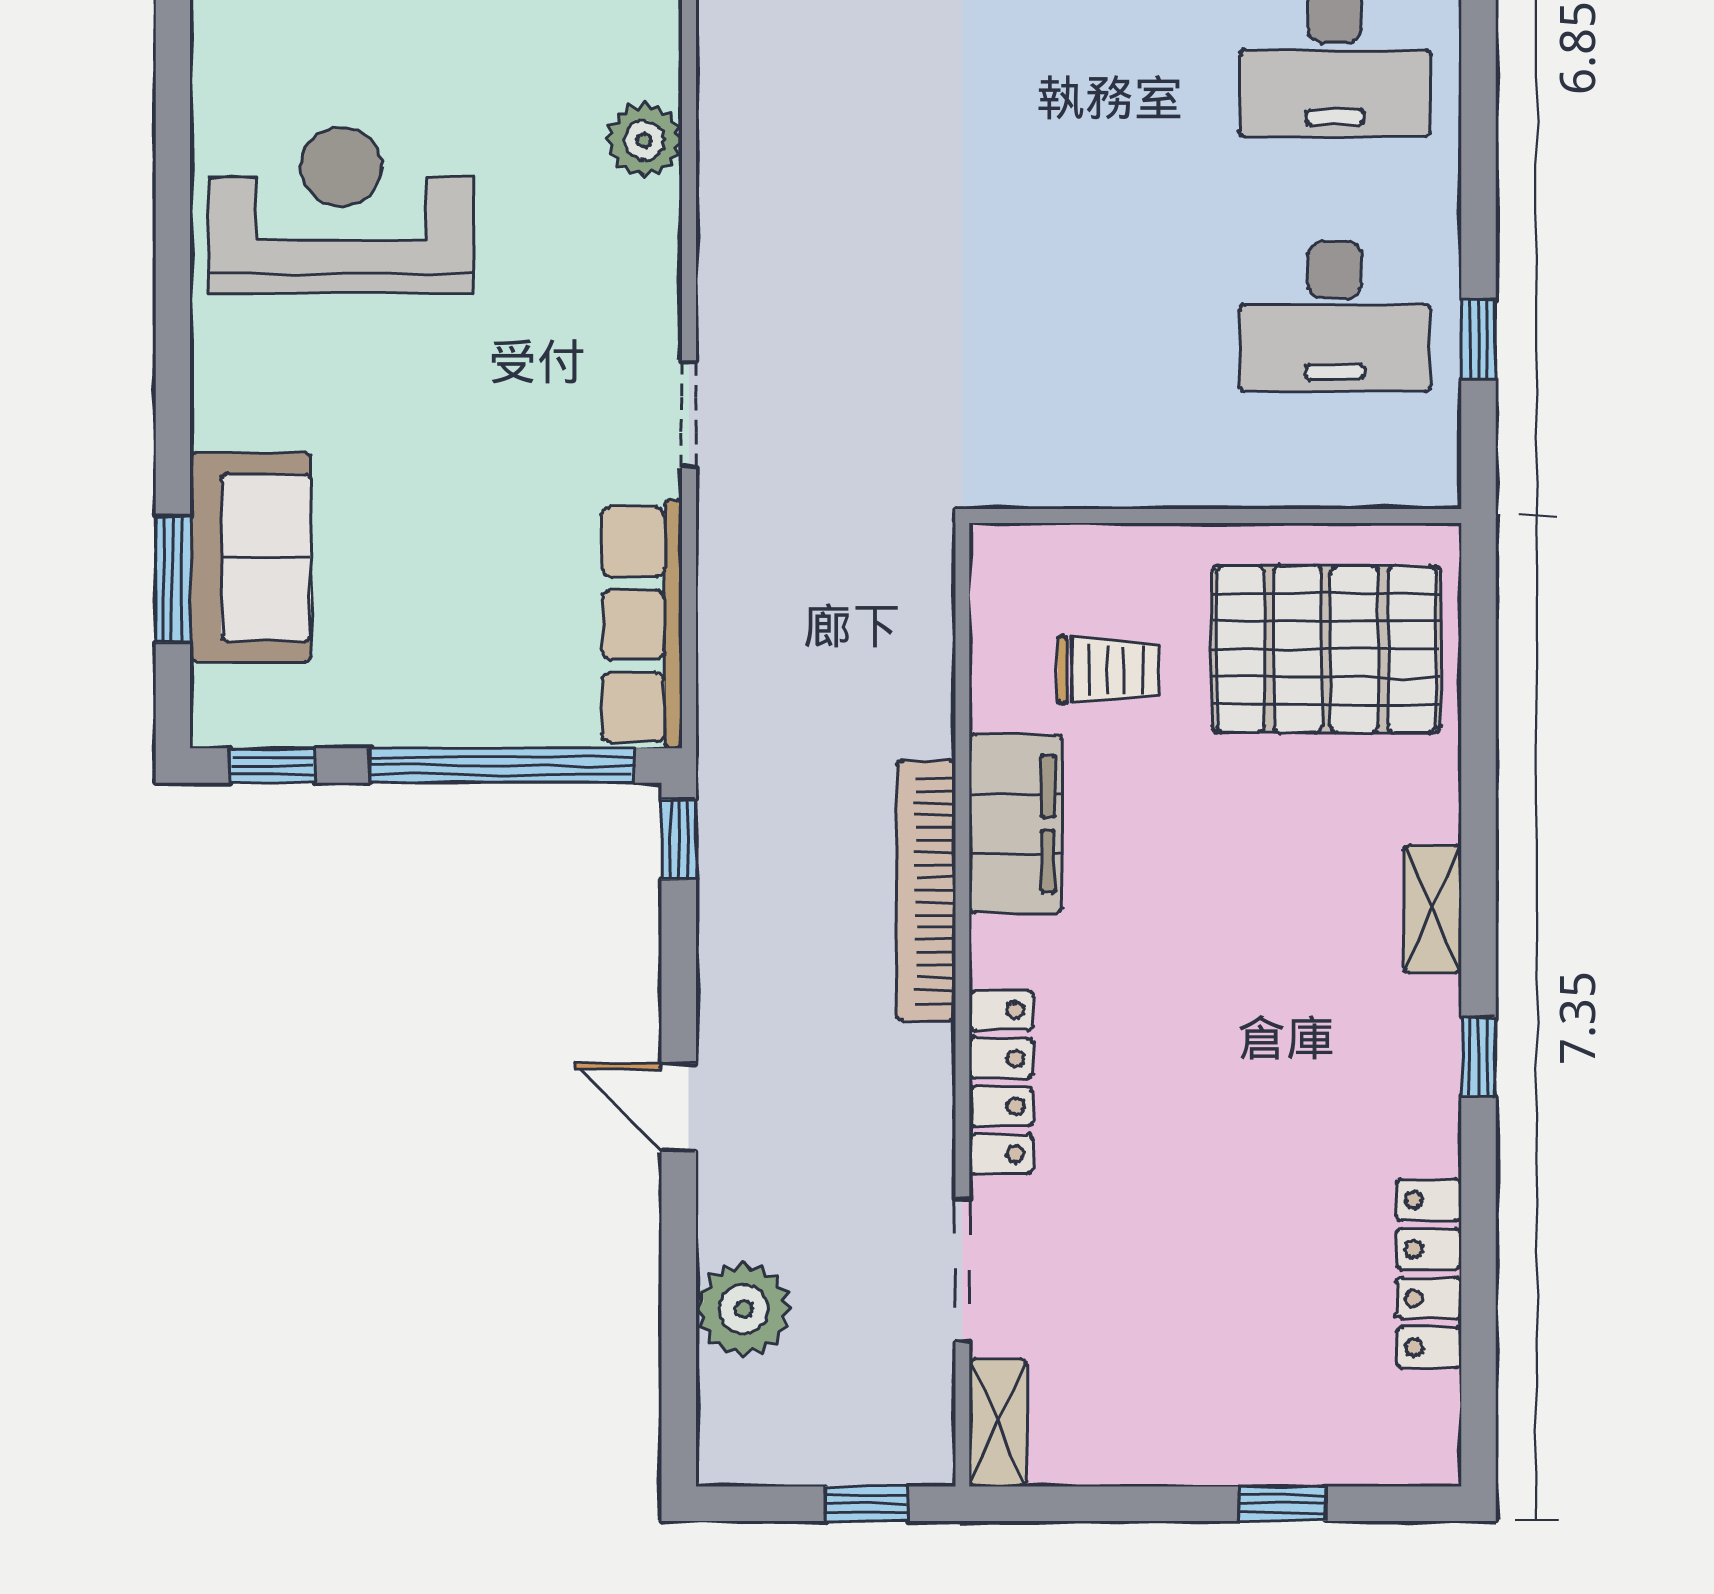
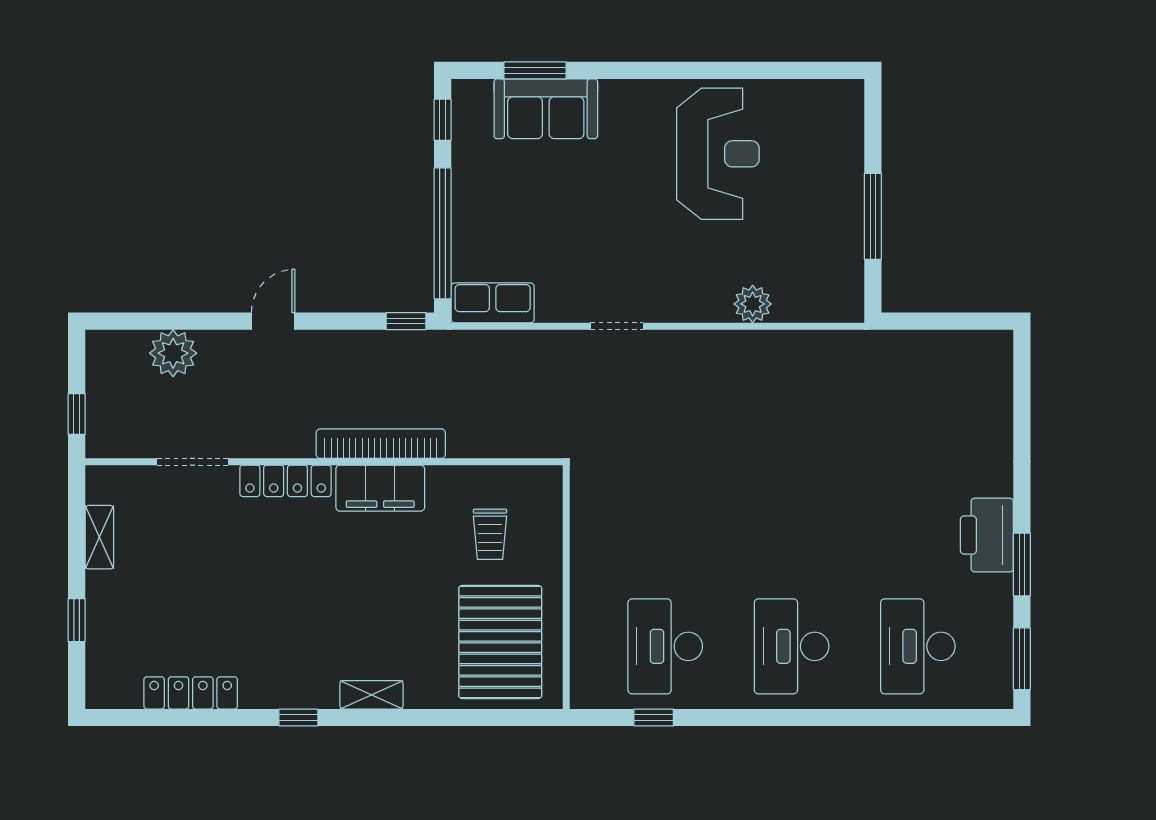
row of seats: (642, 624) -> (493, 303), width x0.68
filing cabinet: (1016, 824) -> (380, 488), moved
shelving: (998, 1423) -> (99, 537), moved, turned 90

